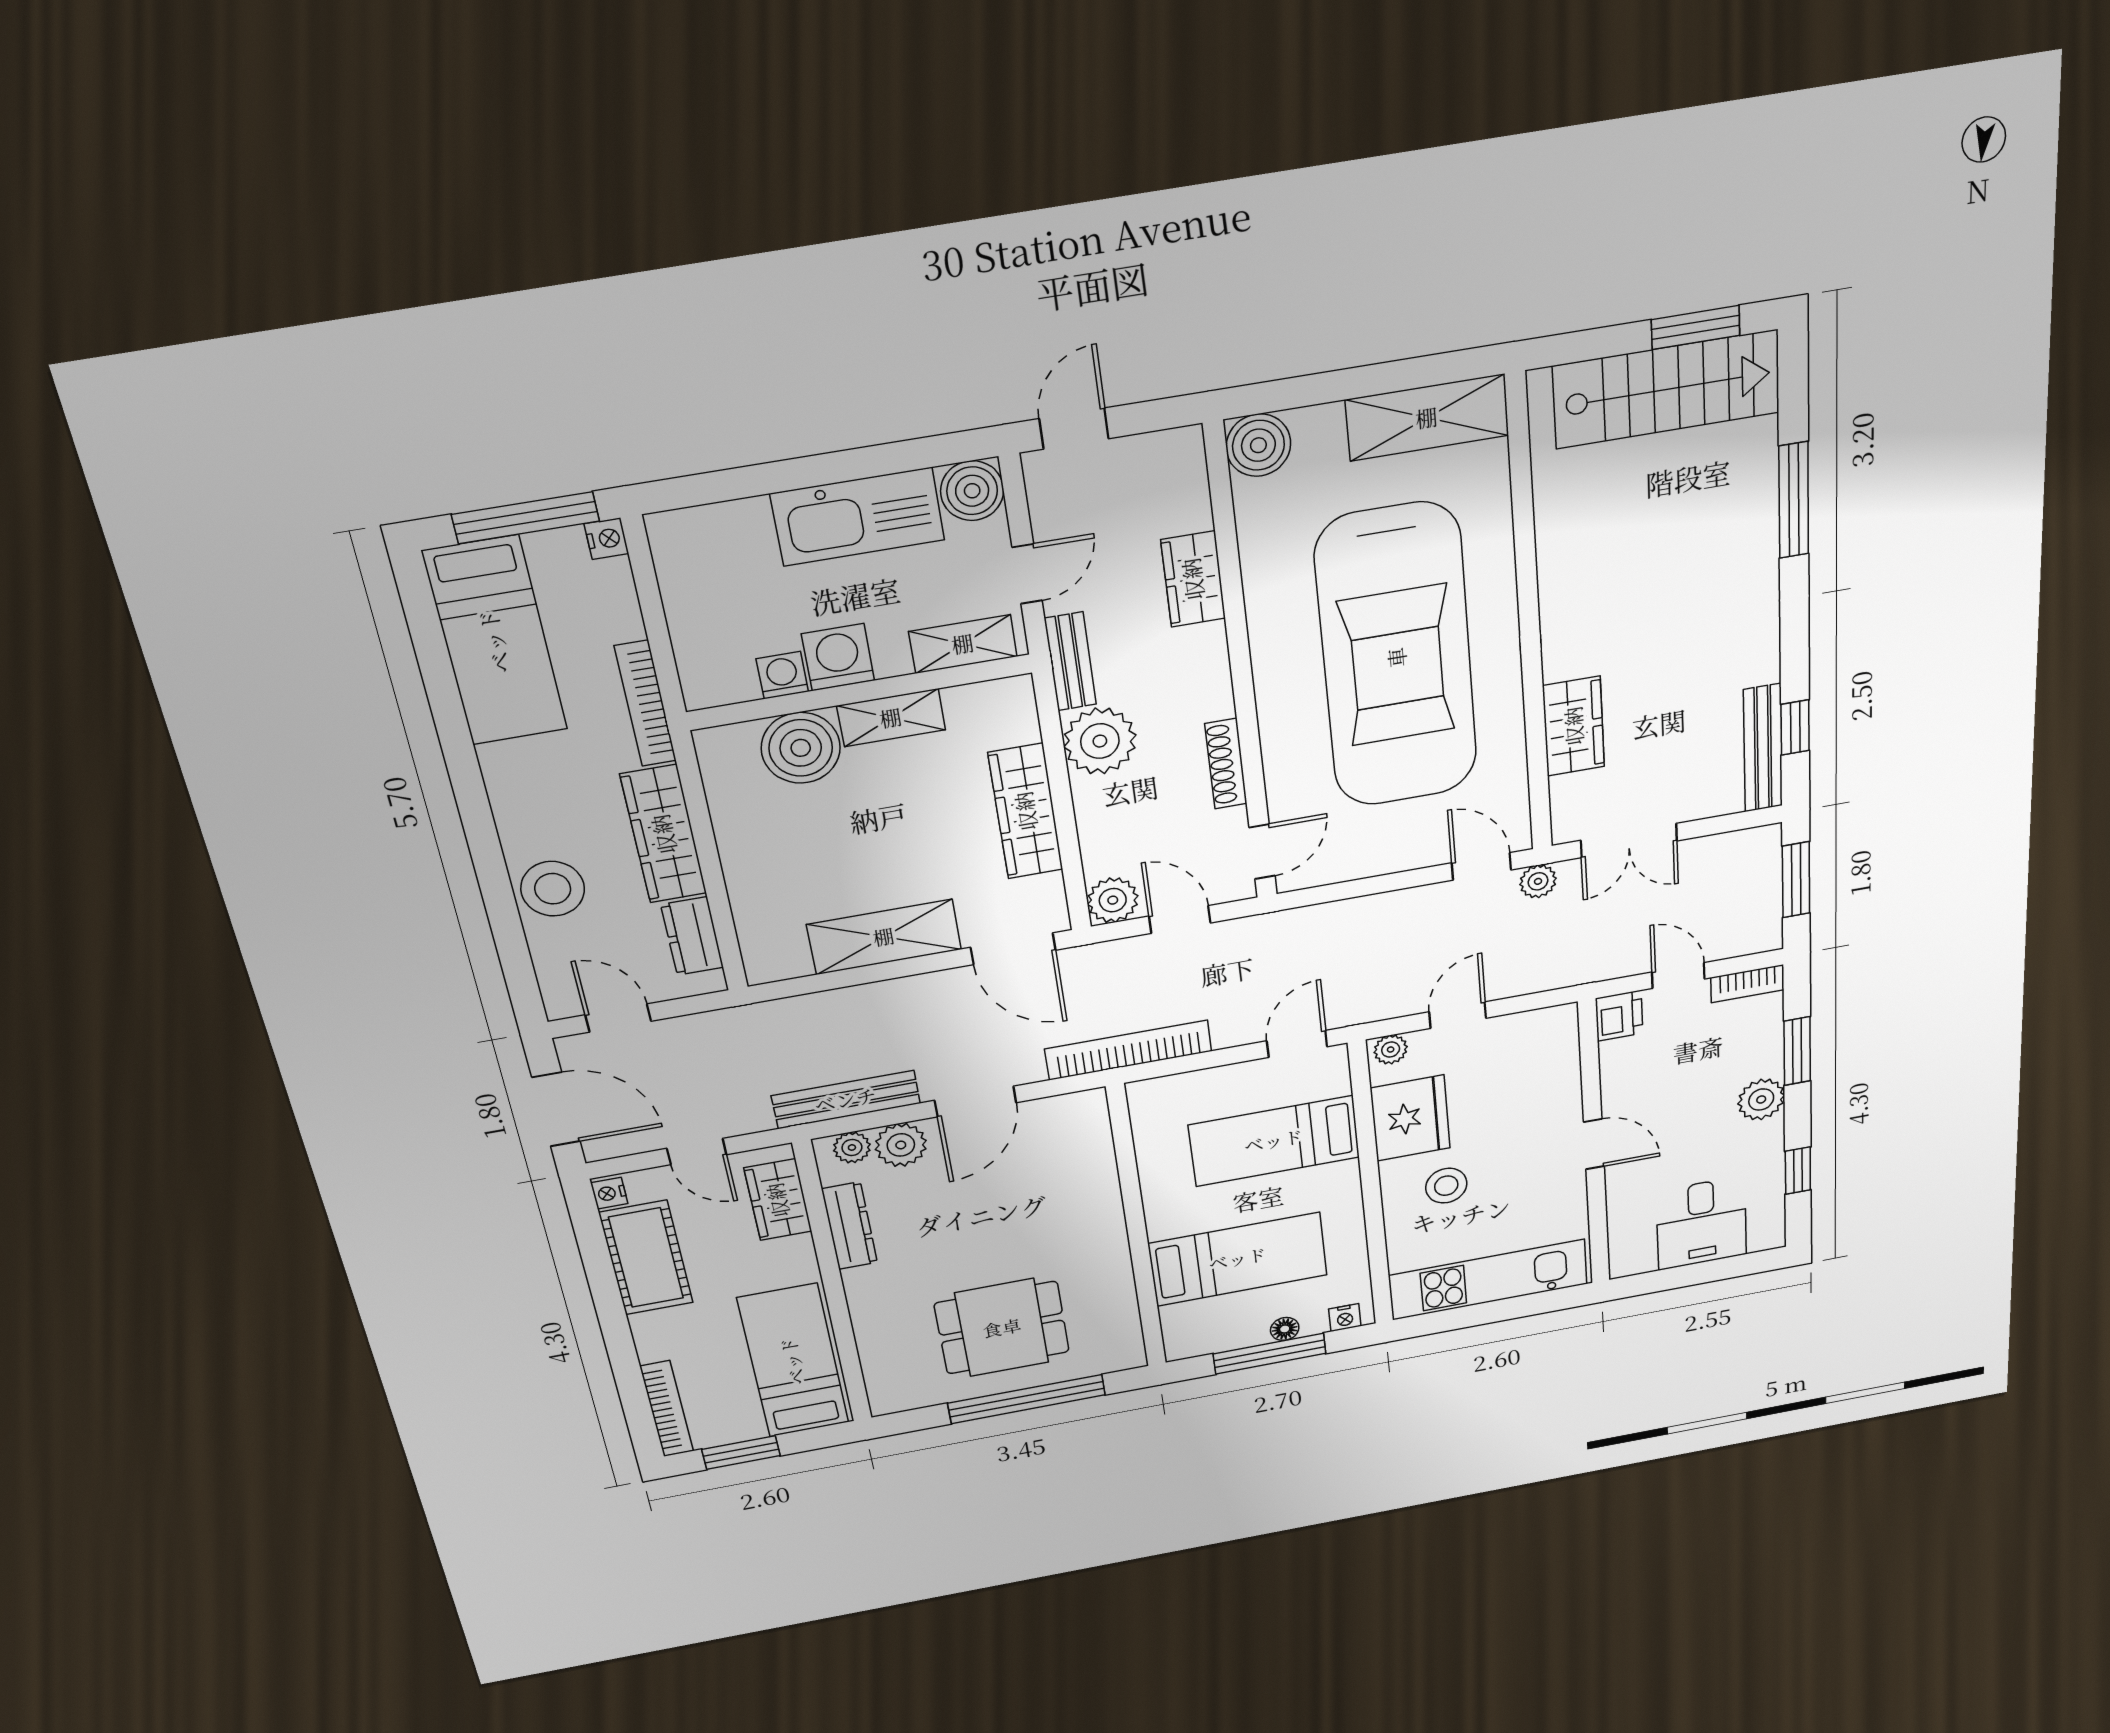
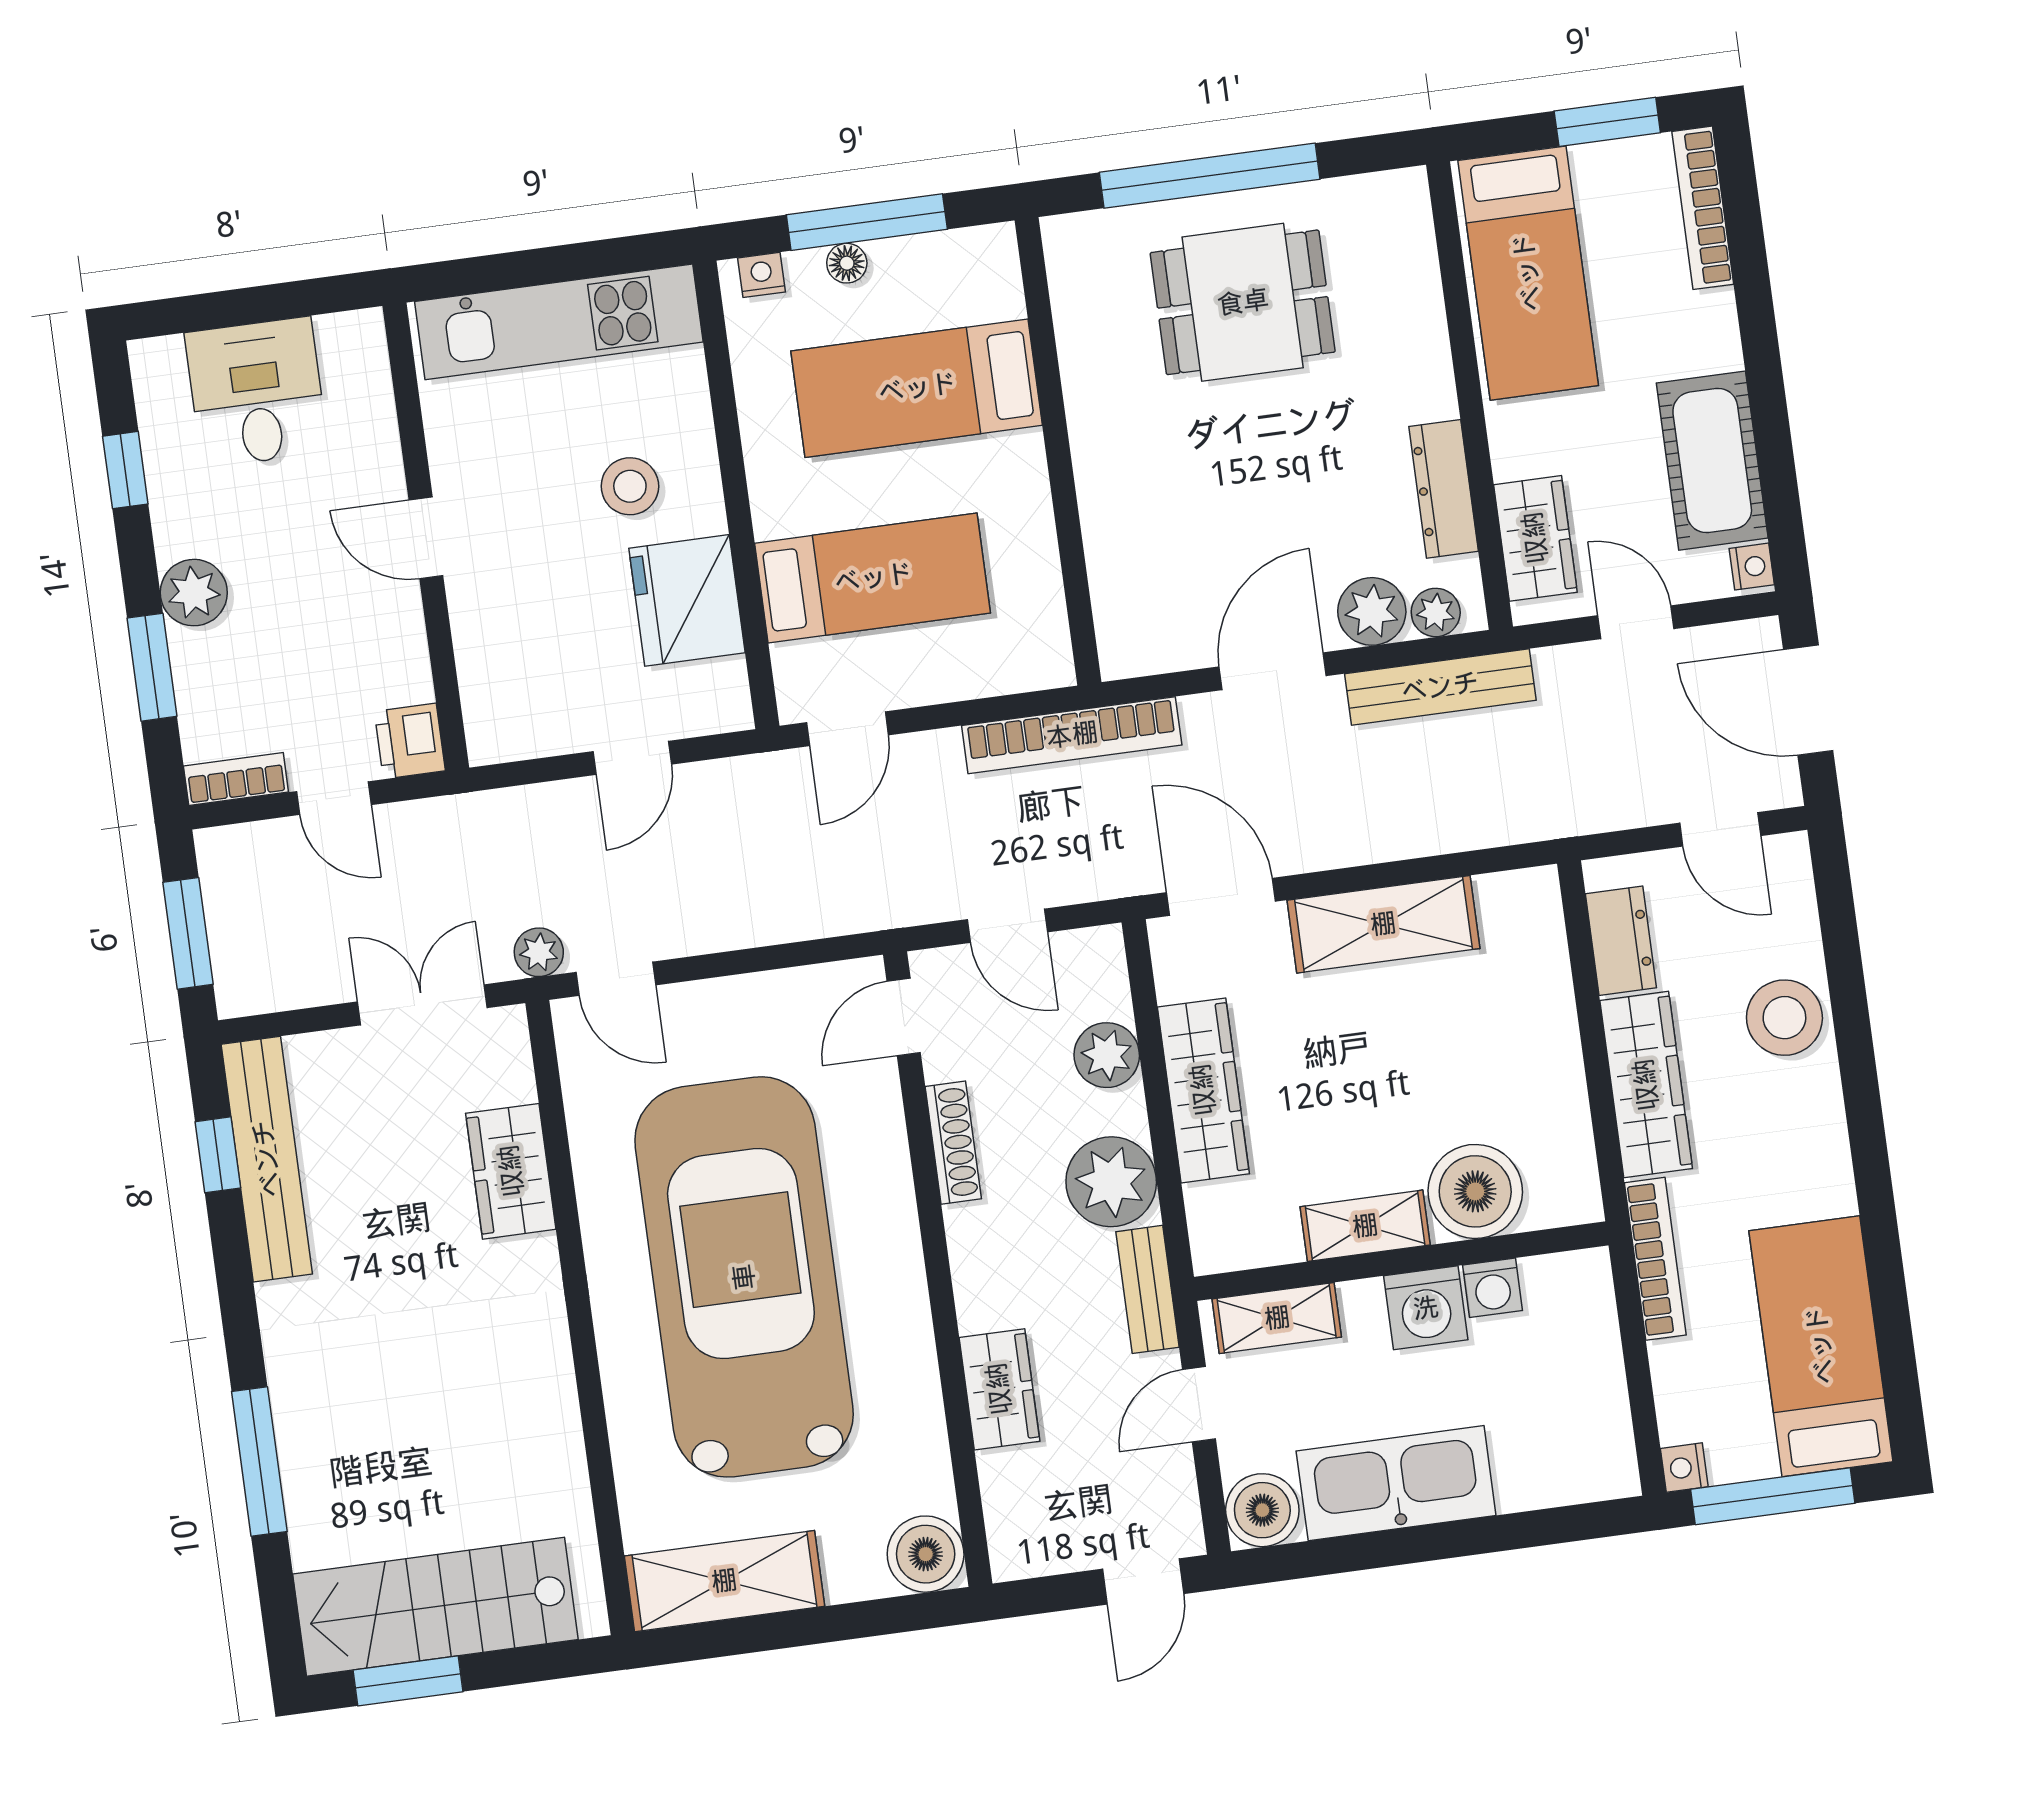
bench: (1763, 748) -> (267, 1159), width x1.37, depth x1.21
plant: (1113, 900) -> (1107, 1055), moved
plant: (1391, 1050) -> (720, 711), removed

